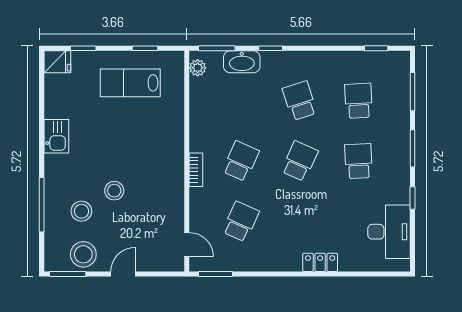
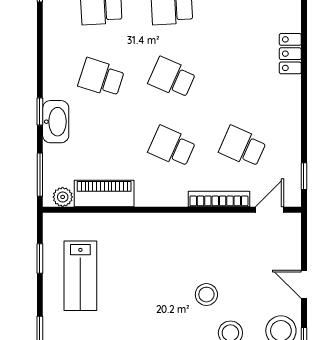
washbasin: (242, 62) -> (56, 122), moved
school desk: (300, 101) -> (101, 78), turned 36
piano: (201, 103) -> (104, 194), added
bookcase: (196, 170) -> (219, 199), moved, width x1.56
window: (215, 274) -> (304, 176), width x0.67

